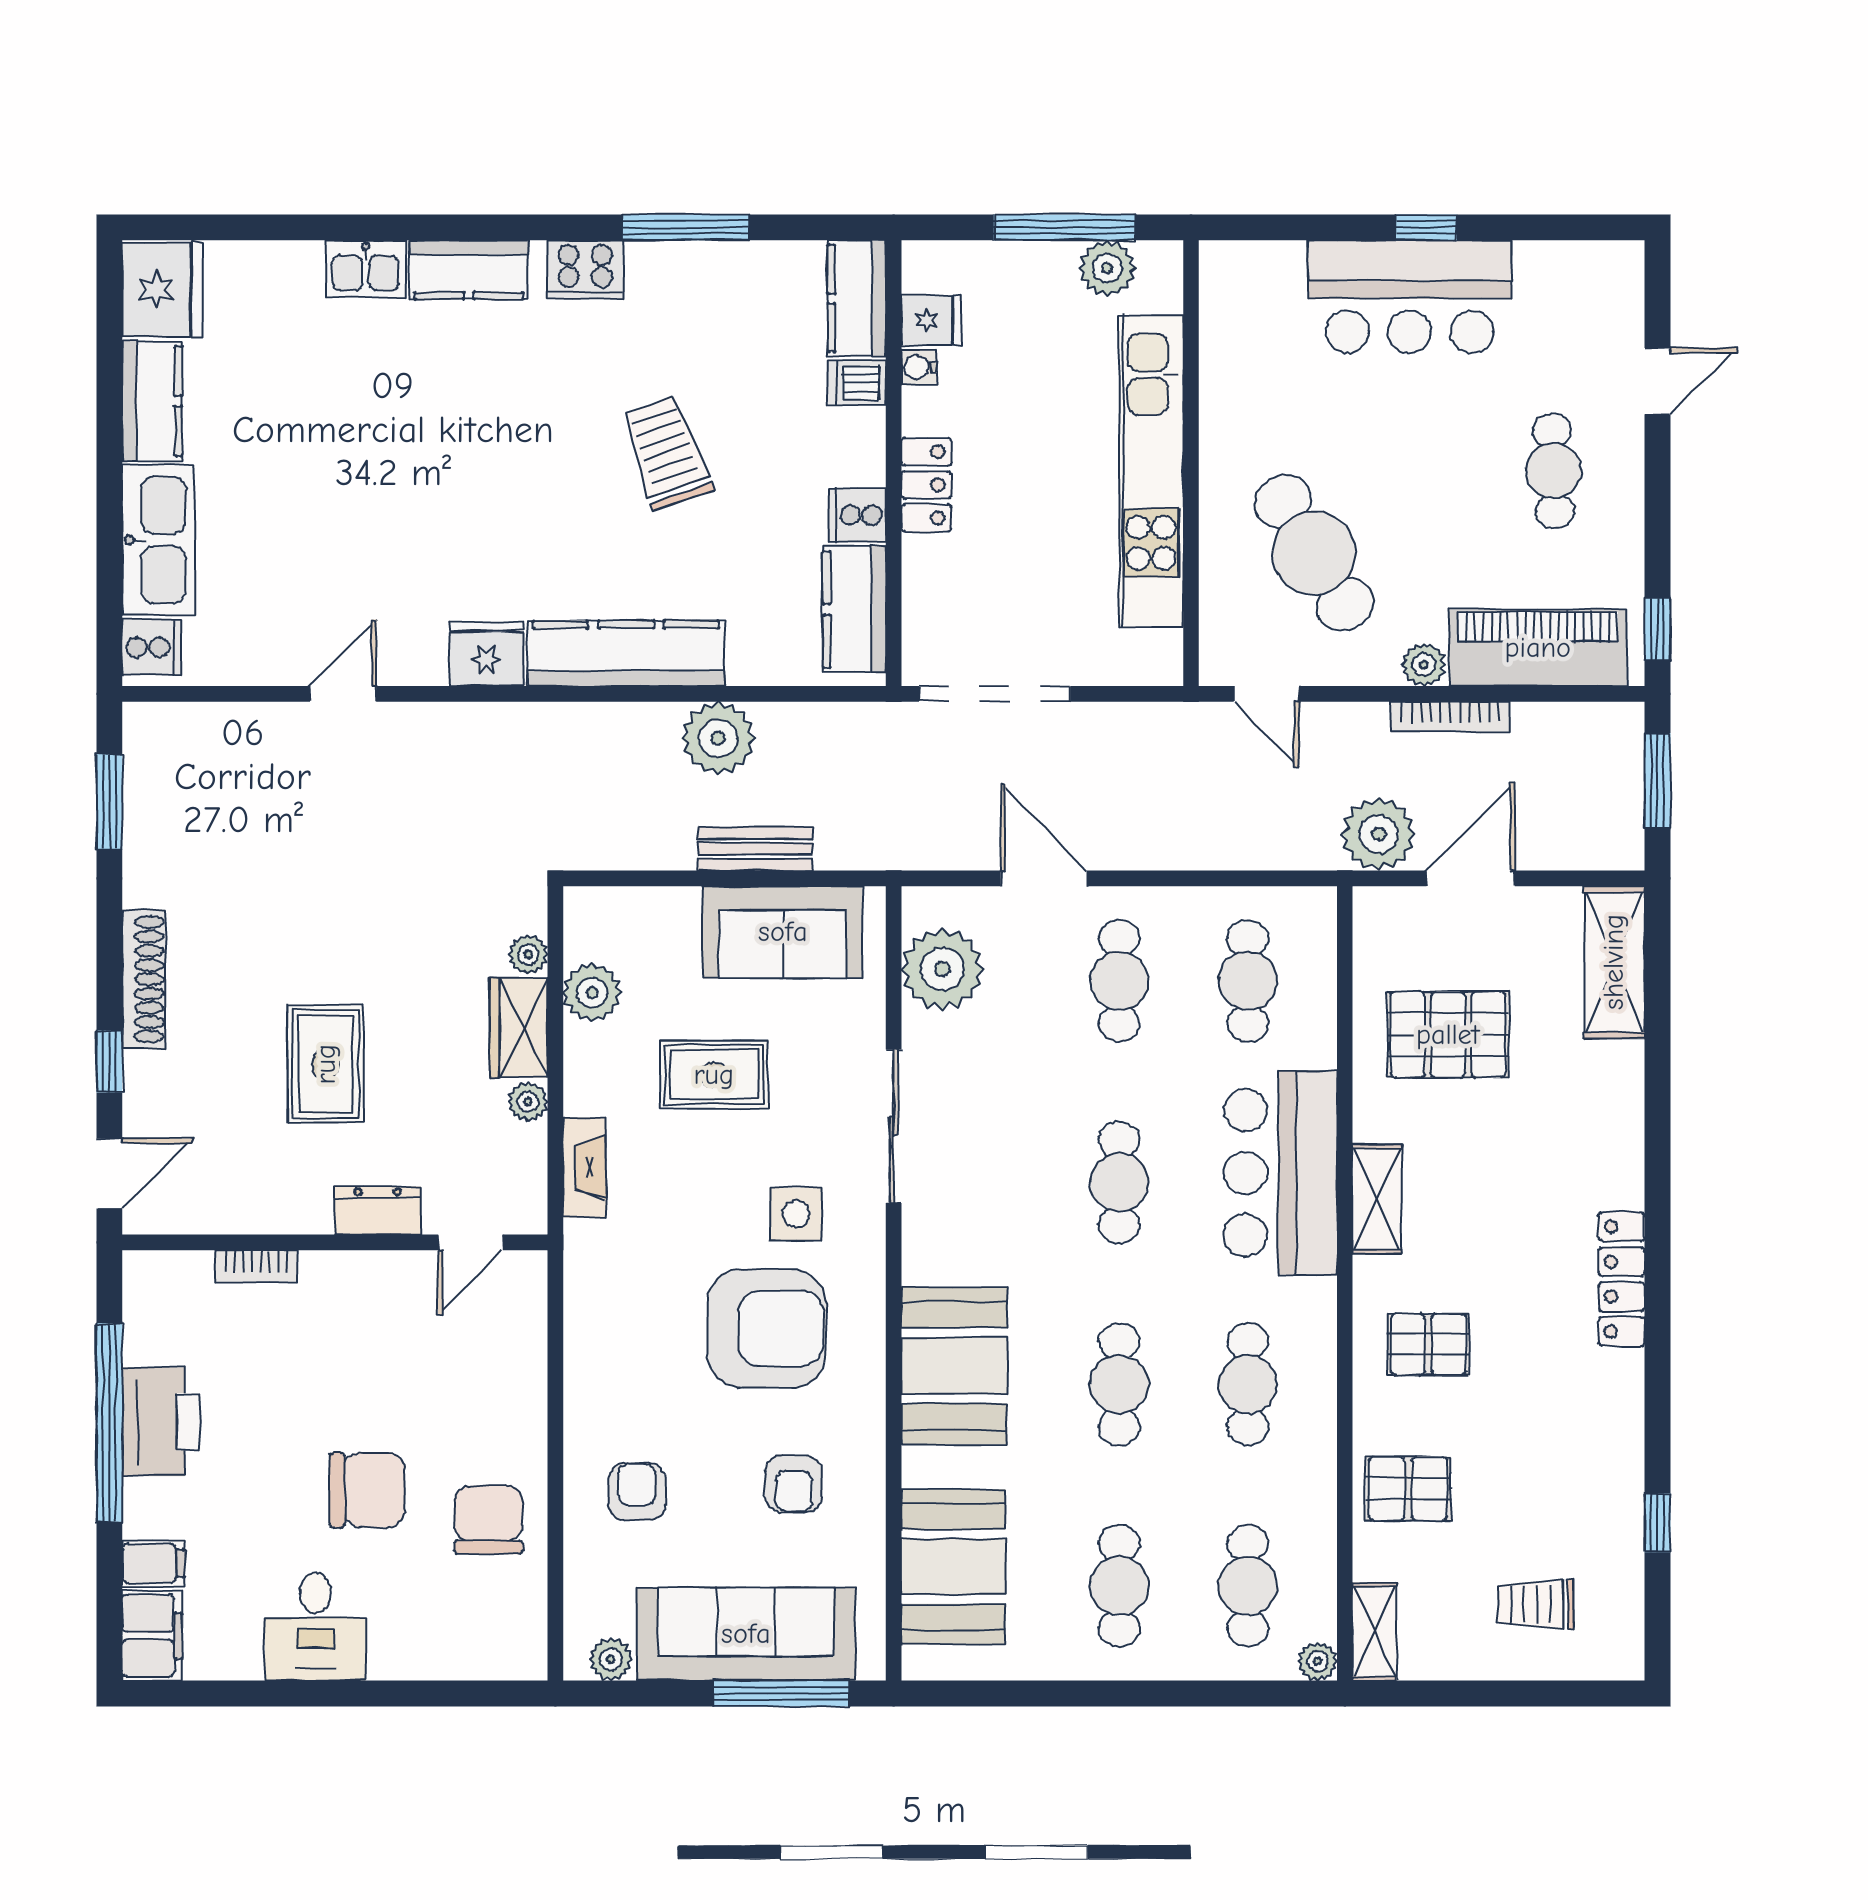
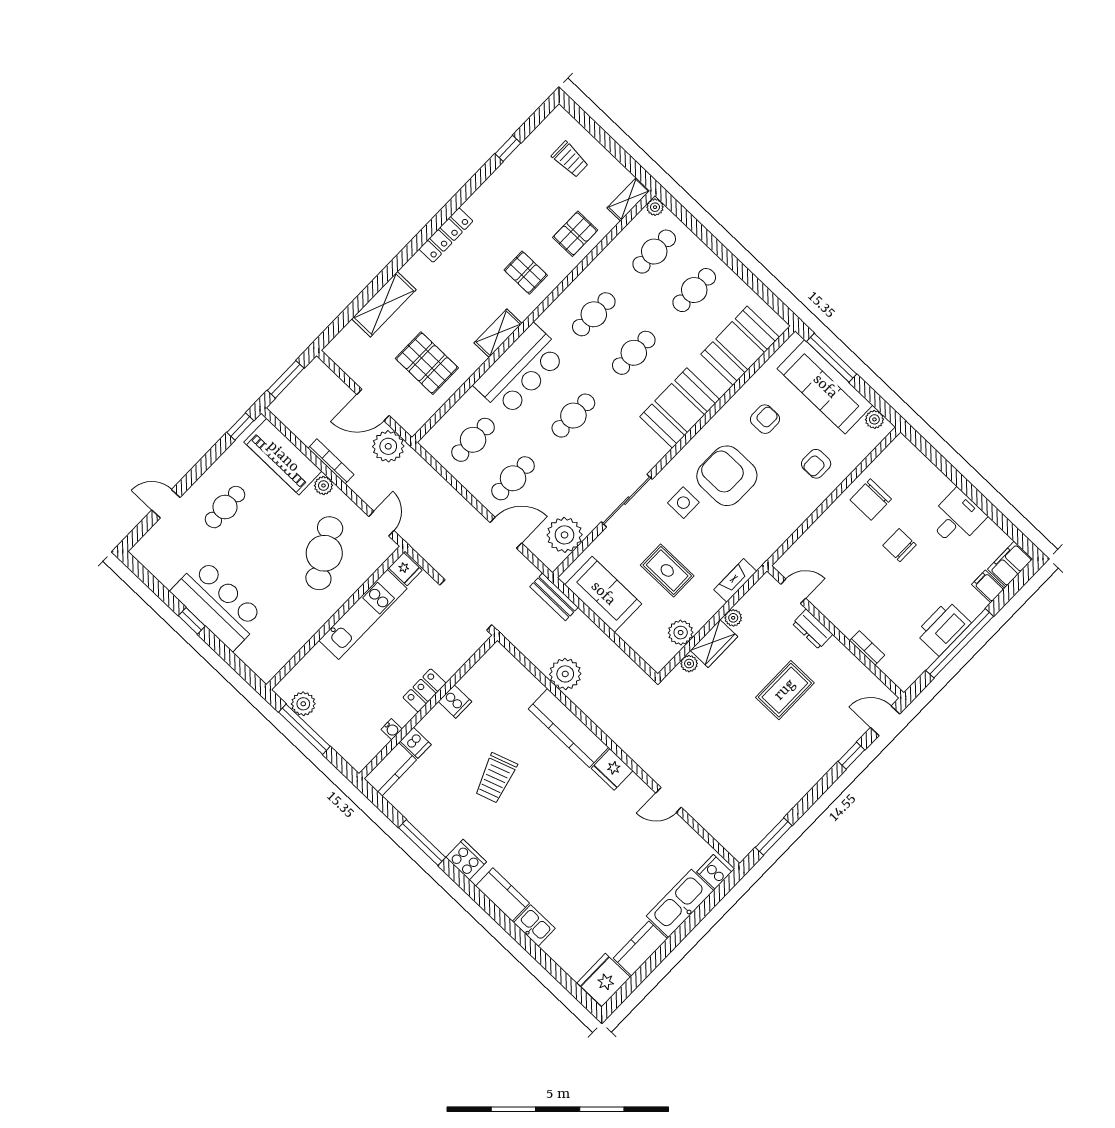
fridge: (931, 320) -> (405, 569), moved, turned 180
kitchen unit: (1151, 471) -> (363, 614), width x0.73
kitchen counter: (854, 609) -> (484, 673), removed
bench: (755, 849) -> (554, 597), moved
door: (1044, 878) -> (506, 533), swing flipped
shelving: (1614, 962) -> (384, 304), moved
shoe rack: (144, 979) -> (816, 771), removed
pallet: (1408, 1489) -> (575, 234), turned 90
chair: (367, 1490) -> (900, 545), width x0.73, depth x0.73

